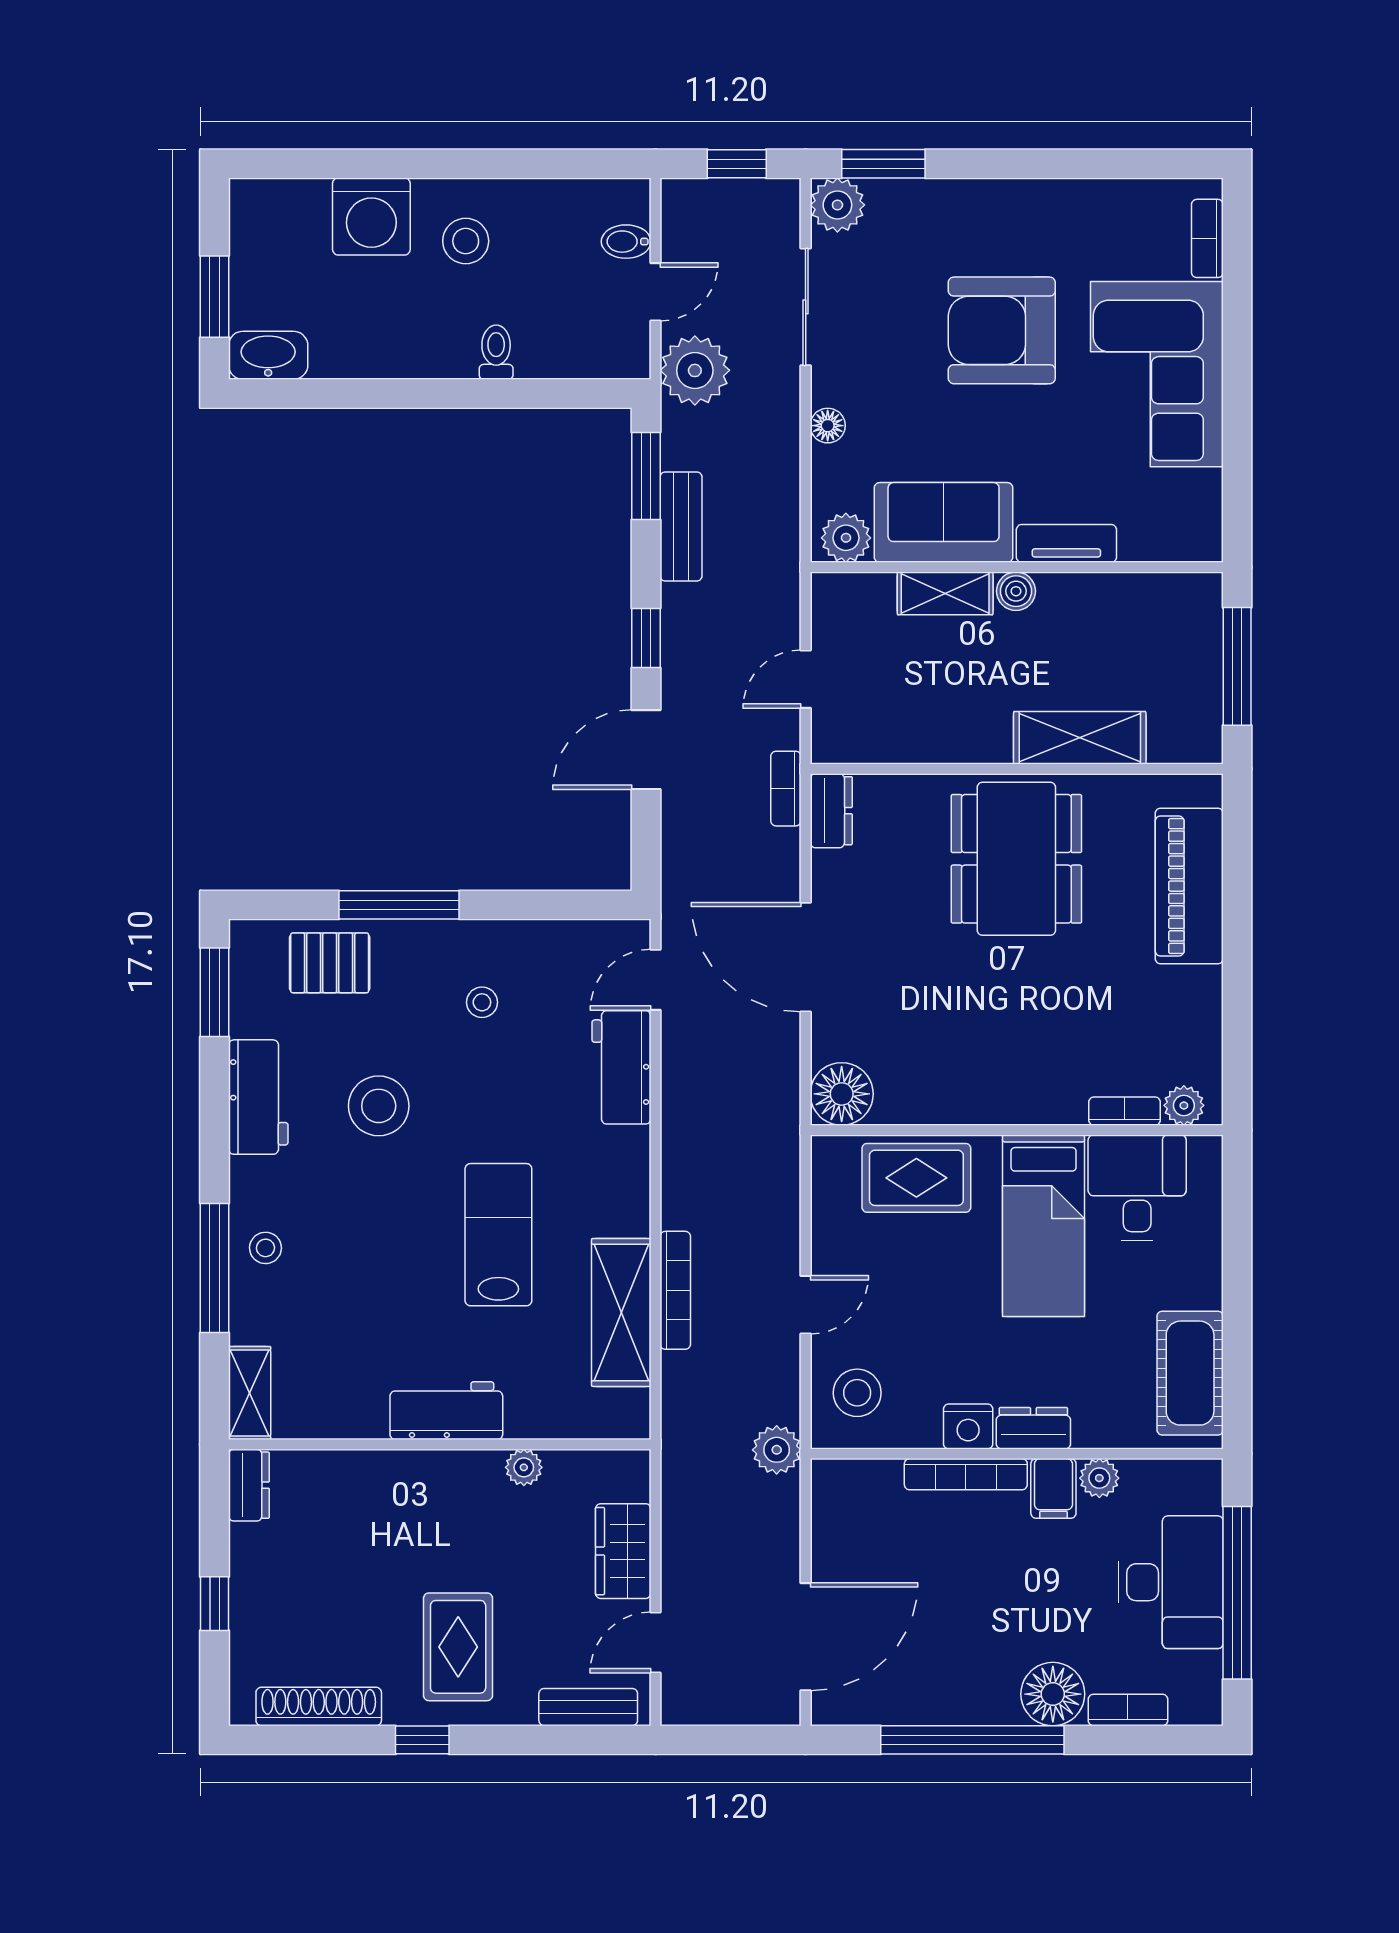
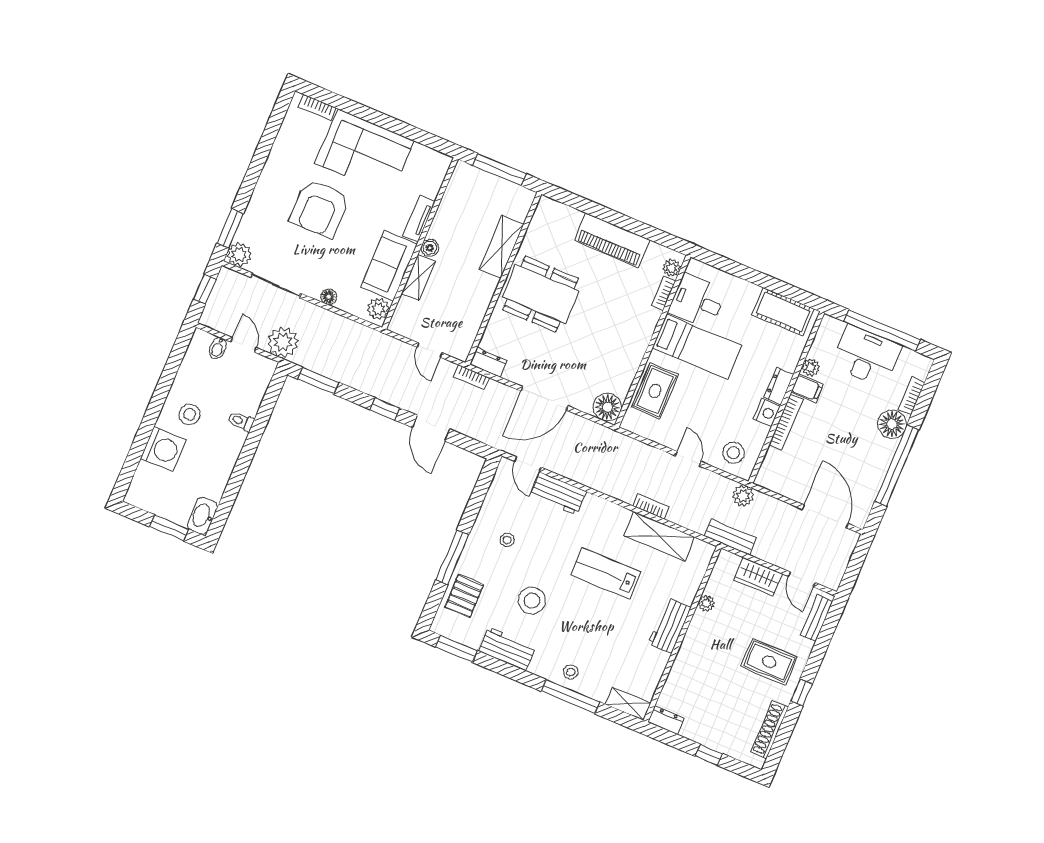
bench: (681, 527) -> (730, 537), moved
piano: (1189, 886) -> (612, 240), moved
bookcase: (675, 1290) -> (651, 506), width x0.64

